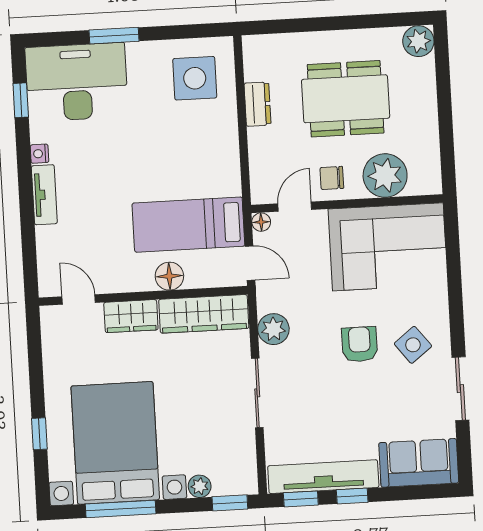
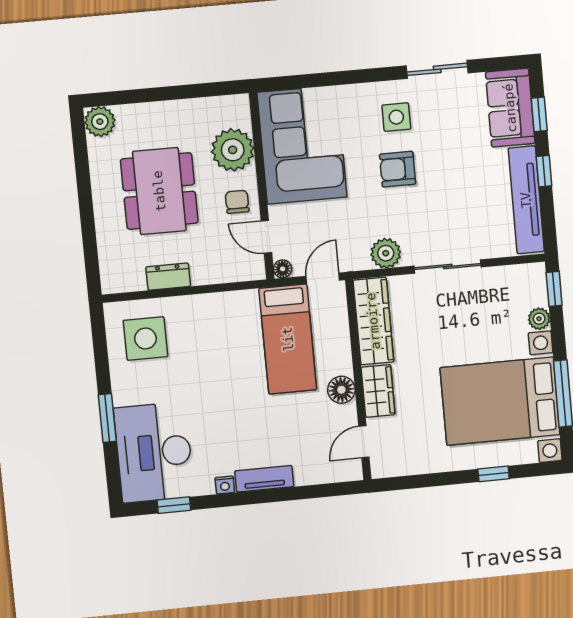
chair: (332, 178) -> (237, 202), turned 180
floor lamp: (169, 276) -> (341, 390), moved
side table: (413, 345) -> (396, 117), turned 38
window: (301, 499) -> (539, 114), moved

